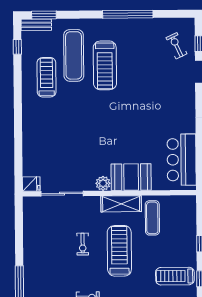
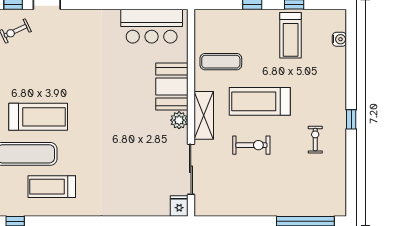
shelving: (121, 204) -> (204, 115), moved
exercise bike: (83, 244) -> (251, 145), width x1.38, depth x1.39

